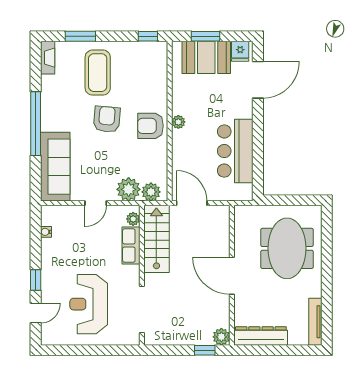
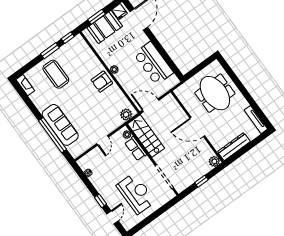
window: (80, 36) -> (50, 51), moved
armchair: (107, 119) -> (77, 94), removed
window: (36, 124) -> (53, 135), moved
sofa: (55, 167) -> (60, 125), moved
plant: (129, 189) -> (114, 121), removed
reception desk: (89, 304) -> (136, 193), turned 180
window: (205, 350) -> (201, 181), moved

